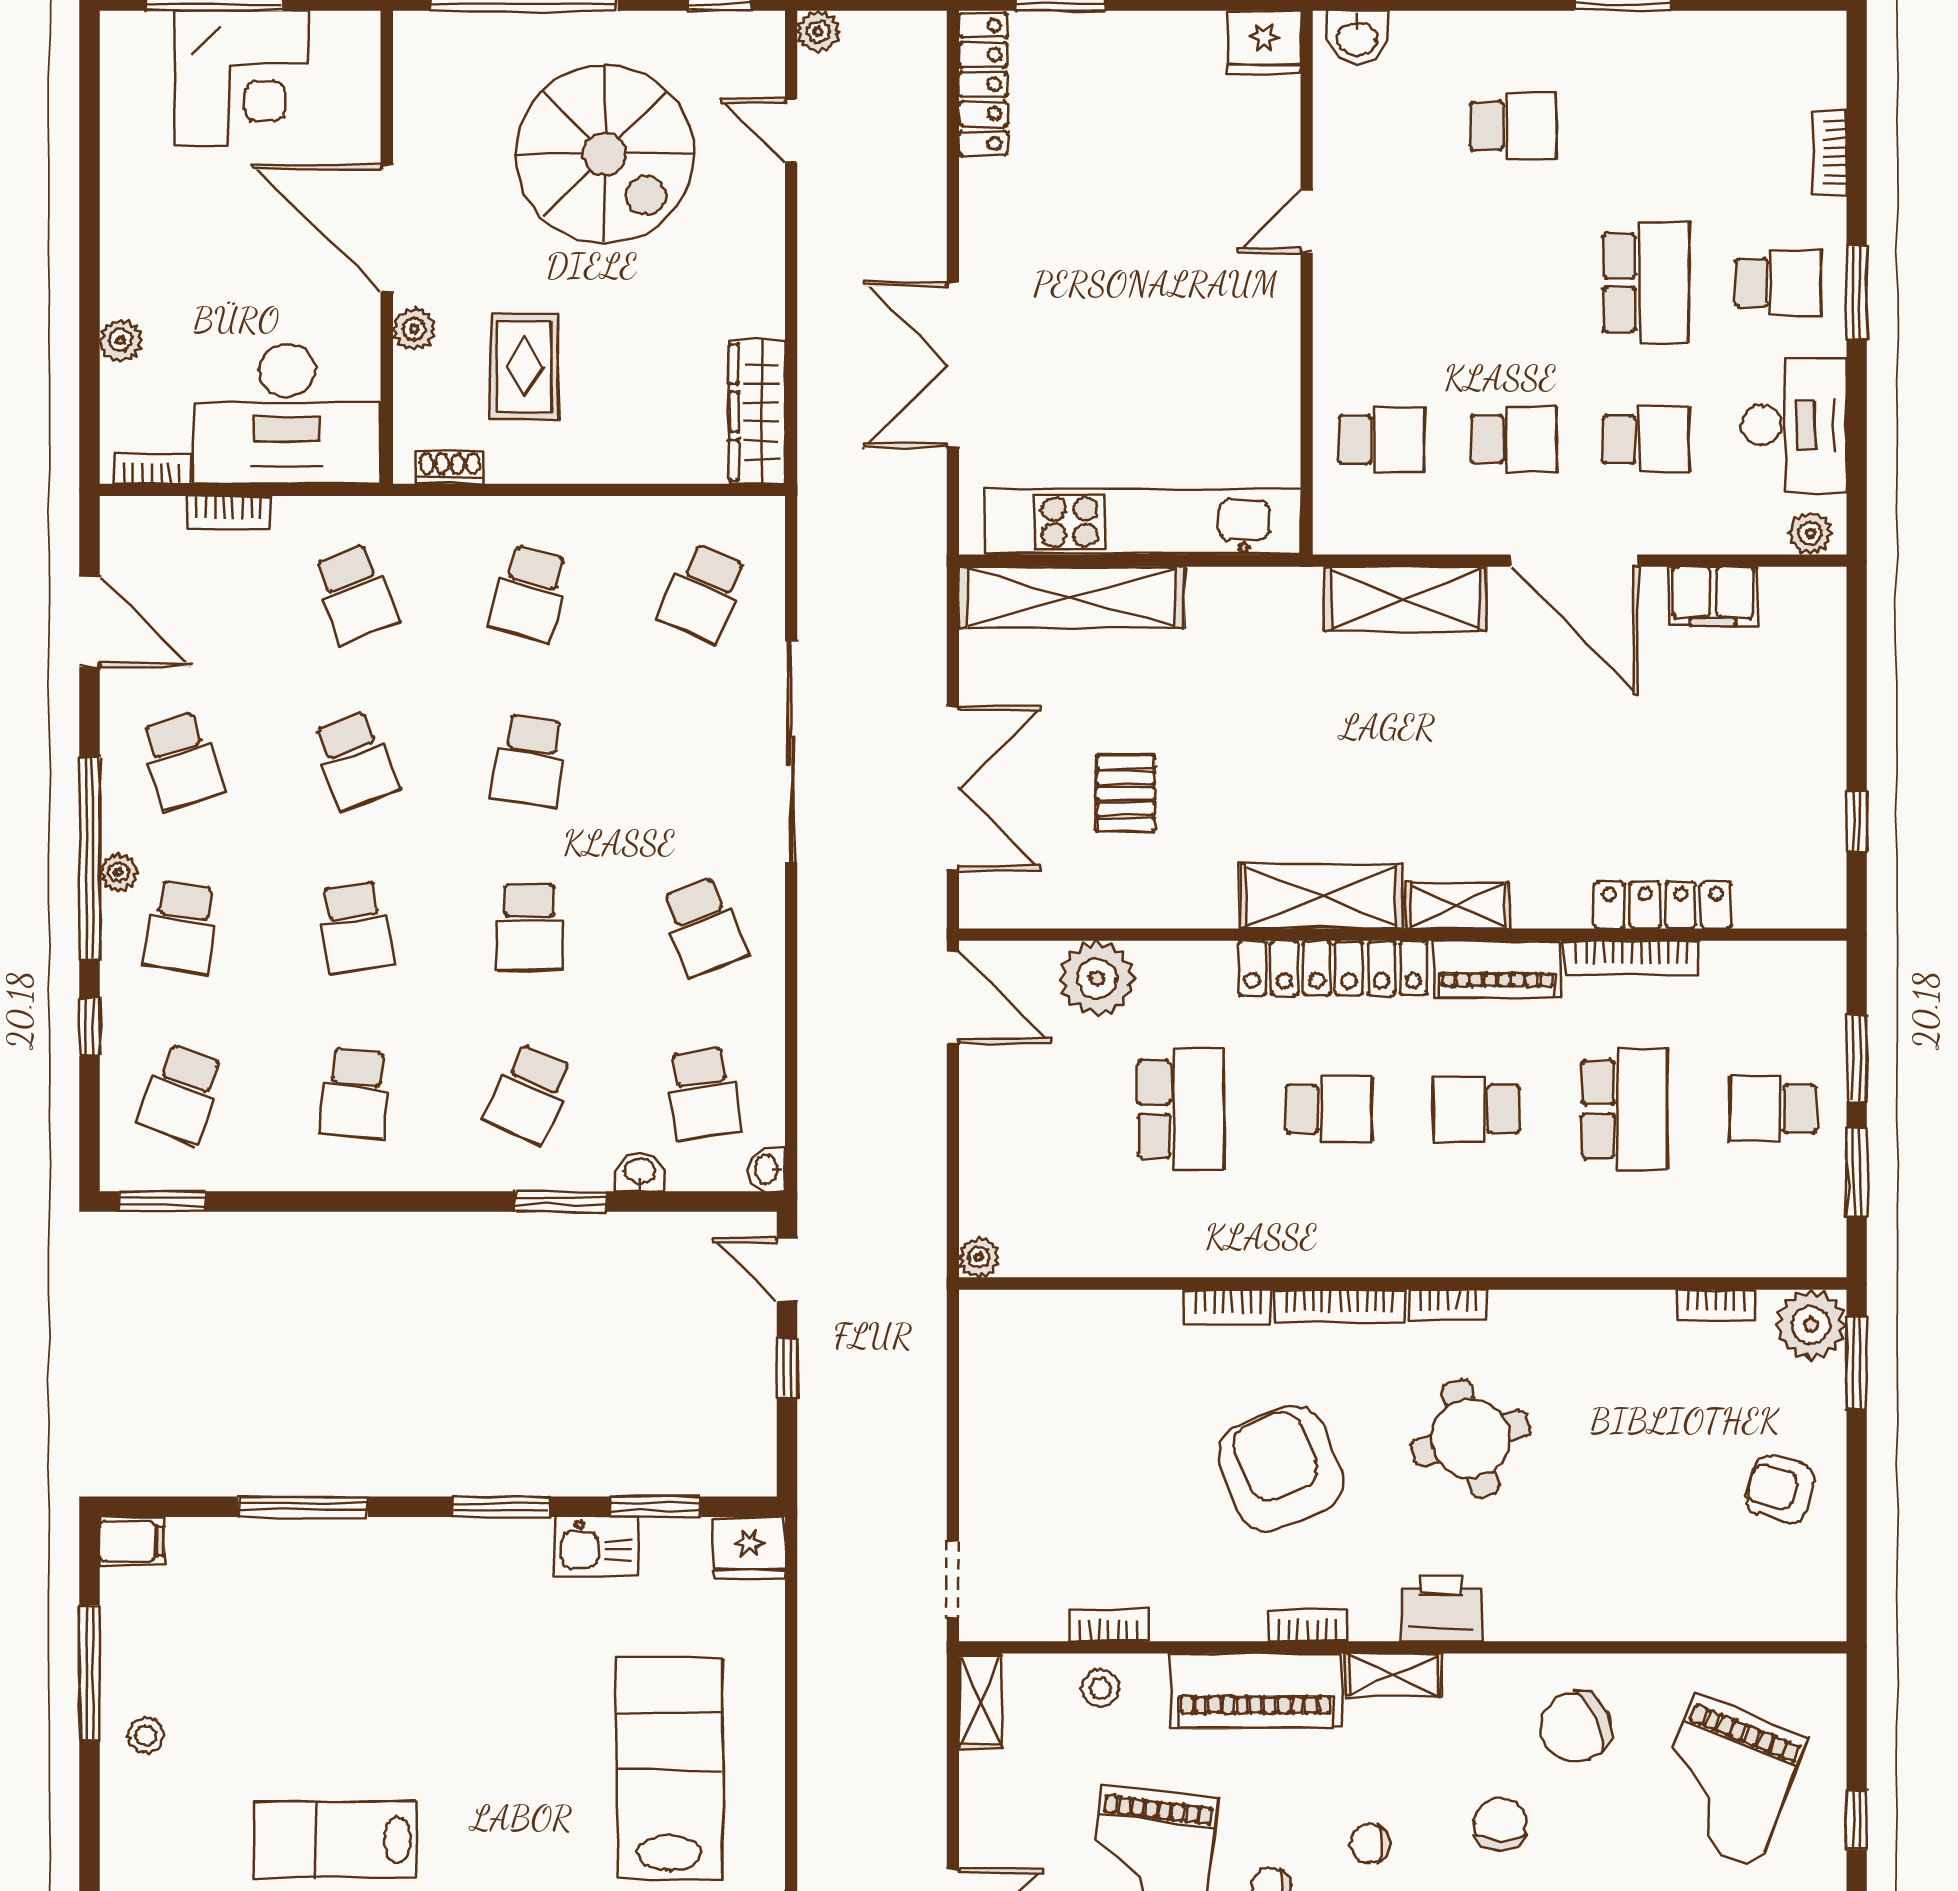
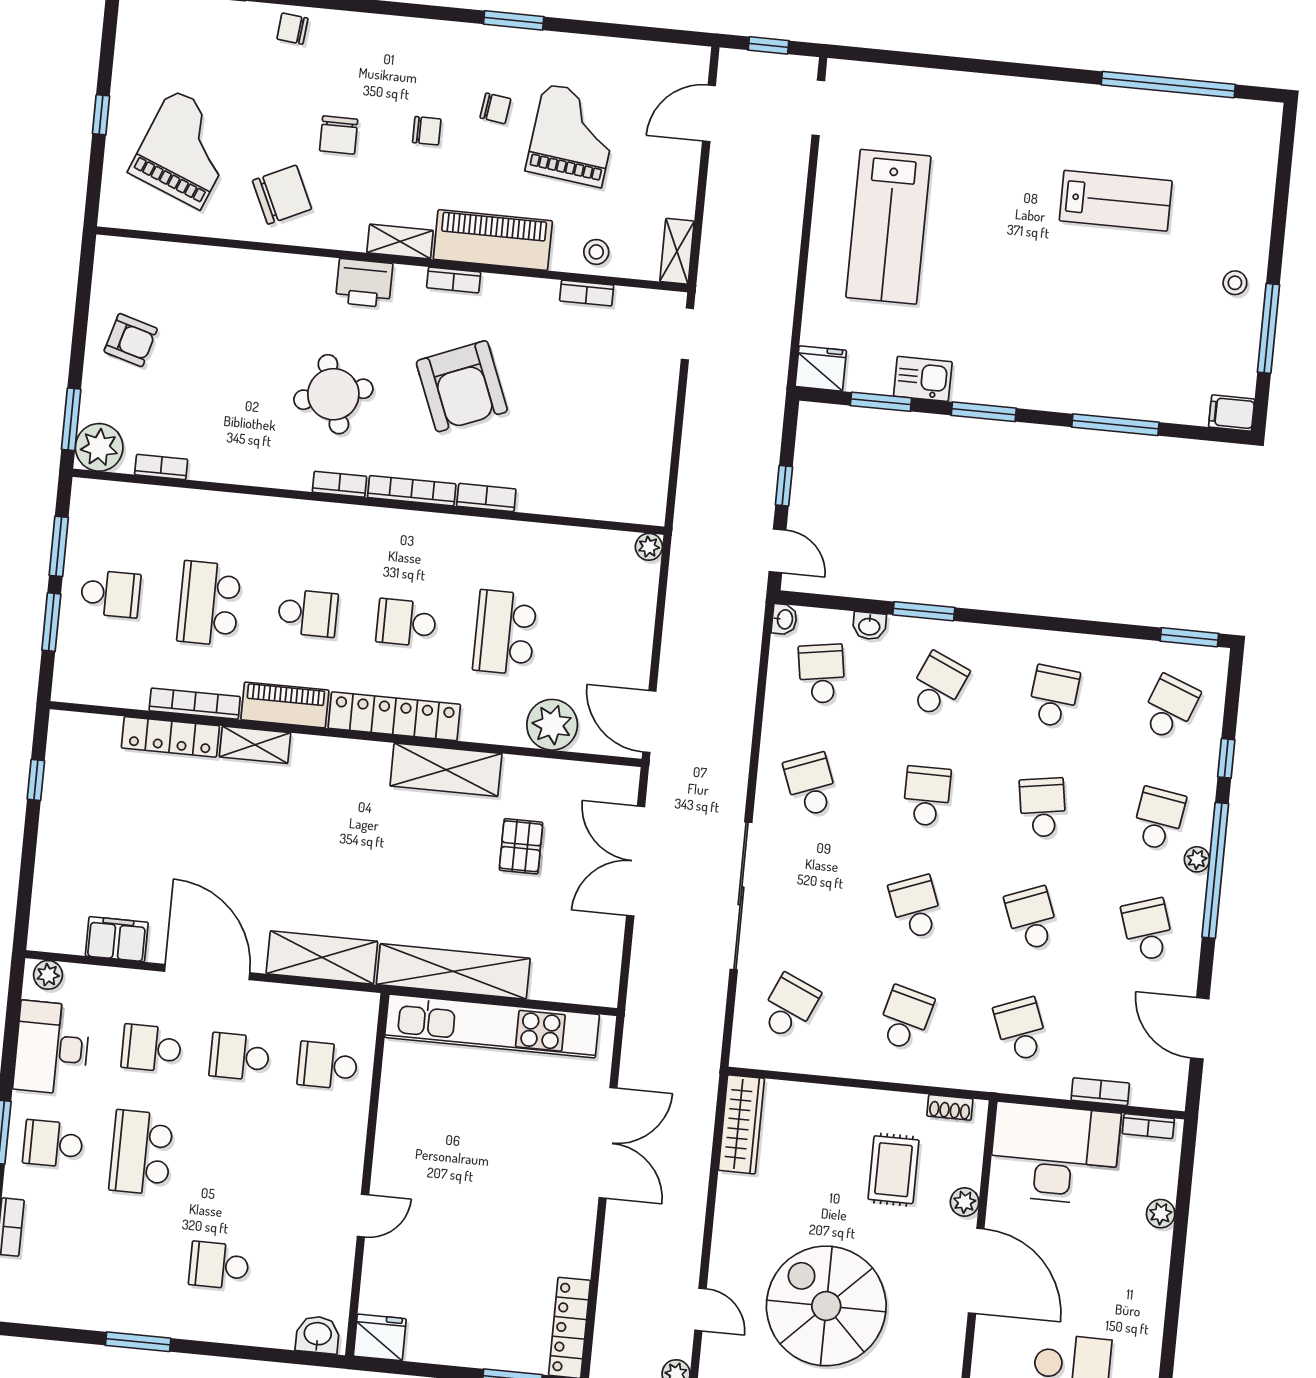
shelving: (1072, 597) -> (453, 971), moved
school desk: (529, 760) -> (916, 907), turned -30
shelving: (1321, 896) -> (446, 770), moved
shelving: (1457, 905) -> (255, 745), moved

